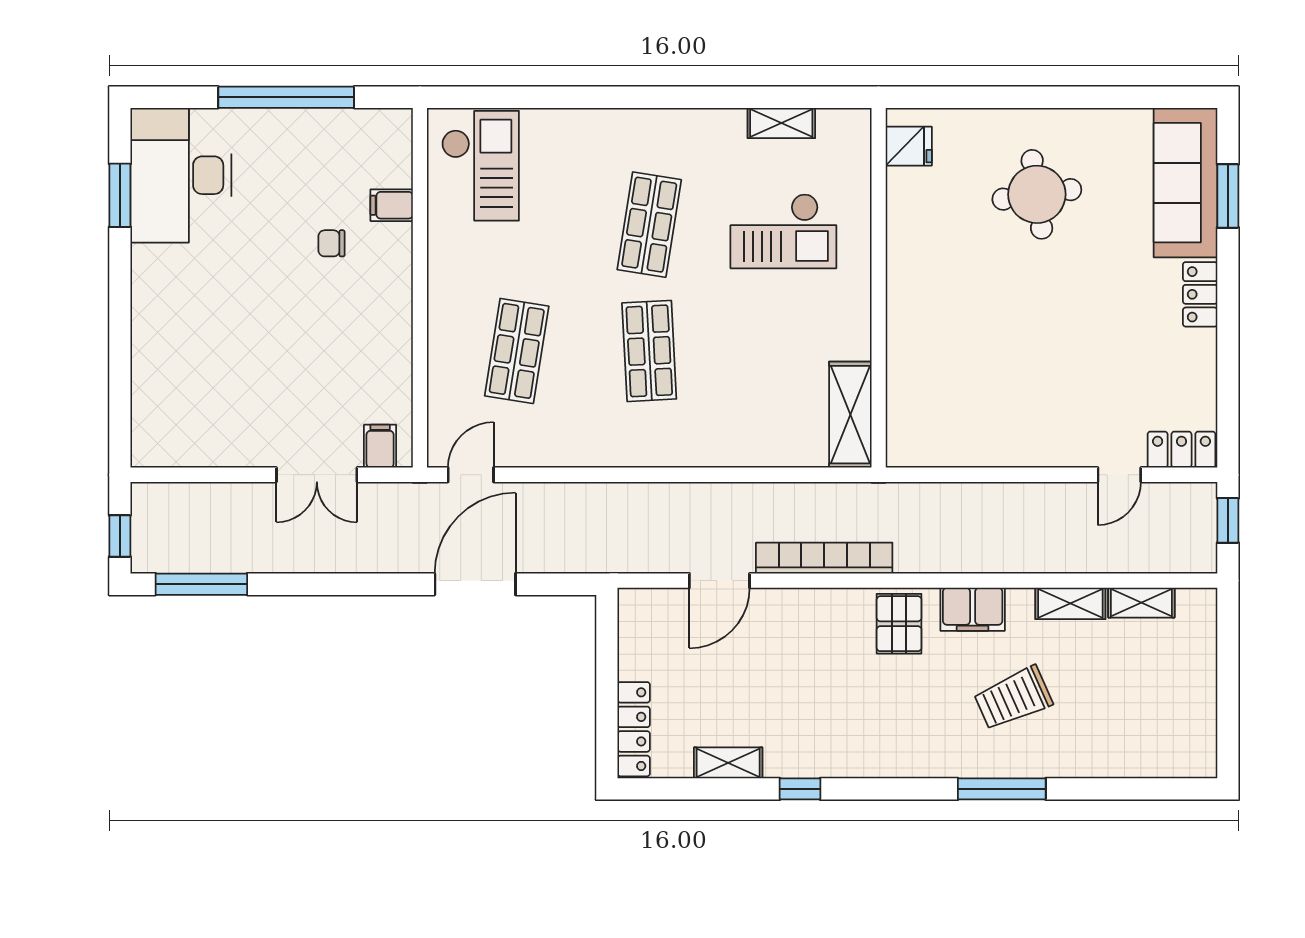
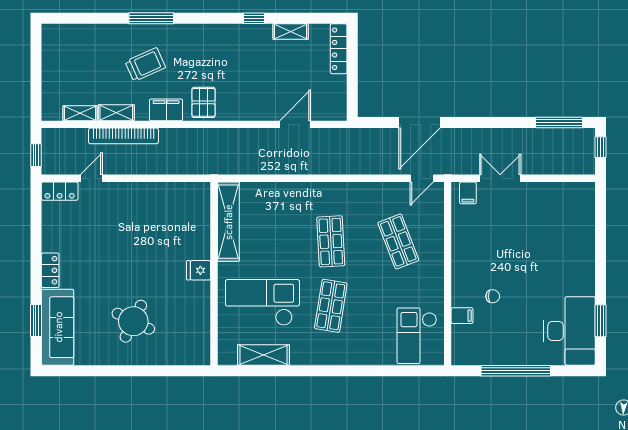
shelving: (781, 123) -> (263, 355), width x1.50, depth x1.33
fridge: (909, 146) -> (199, 270), moved
round table: (1037, 194) -> (133, 321), turned 34
checkout: (783, 231) -> (262, 302), width x1.36, depth x1.21
shop shelf: (517, 351) -> (398, 241), turned -30
shelving: (850, 415) -> (228, 222), width x1.47
bookcase: (824, 558) -> (123, 136), moved

